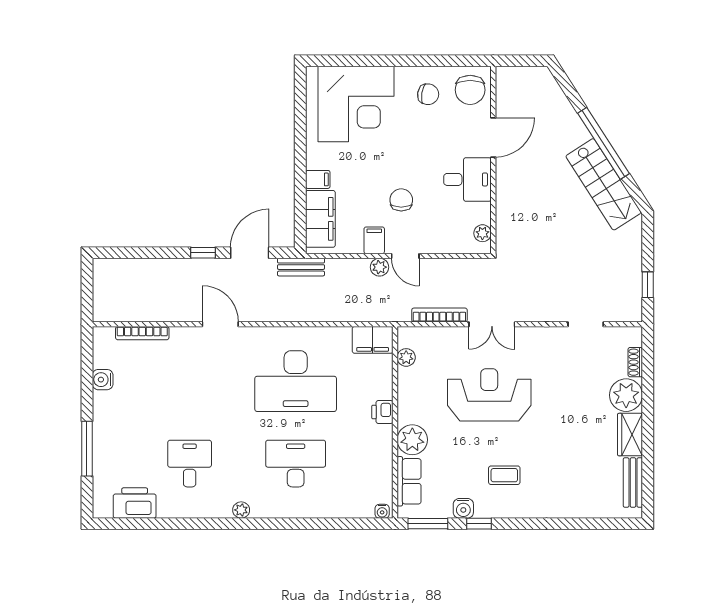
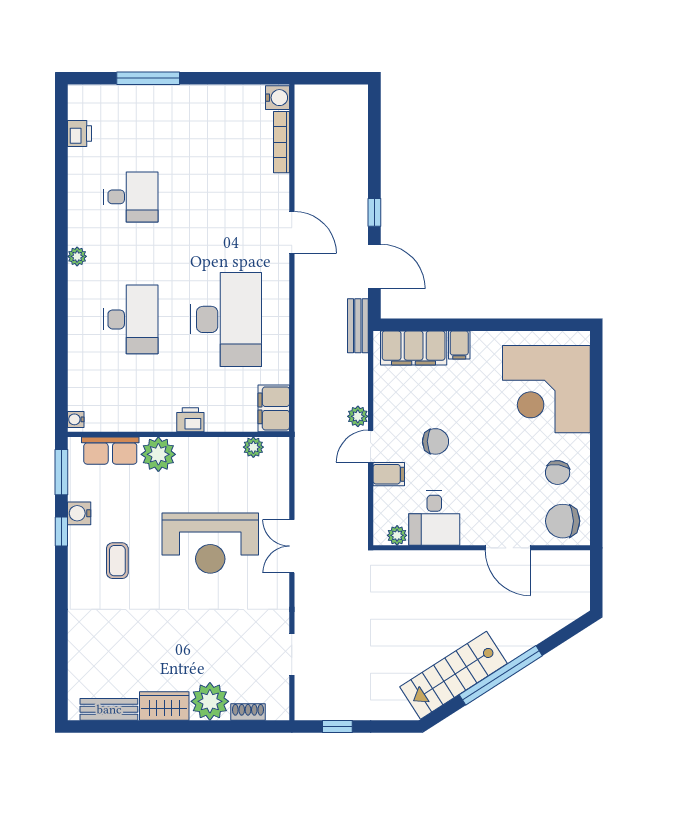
desk: (467, 179) -> (434, 518), moved
filing cabinet: (374, 240) -> (389, 474), moved
bookcase: (439, 315) -> (302, 486), removed
door: (220, 324) -> (292, 232), hinge flipped
water cooler: (103, 380) -> (277, 98), moved, turned 90
desk: (296, 381) -> (226, 319), turned 180
reception desk: (489, 395) -> (210, 543), turned 90
printer: (135, 503) -> (80, 133), width x0.53, depth x0.68

